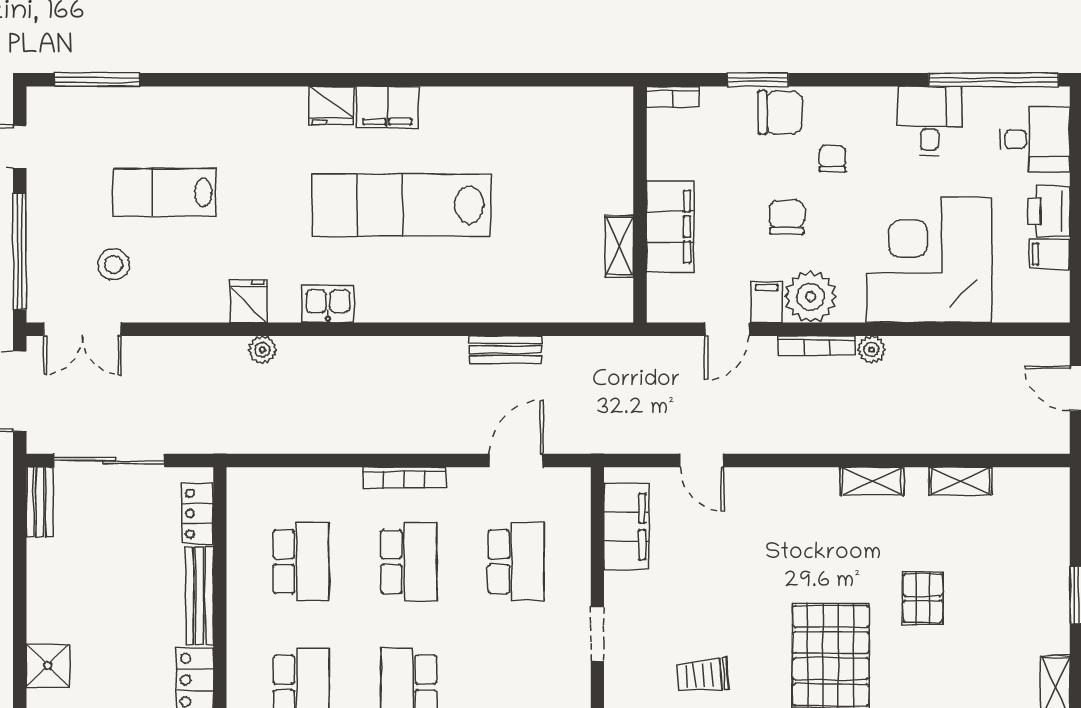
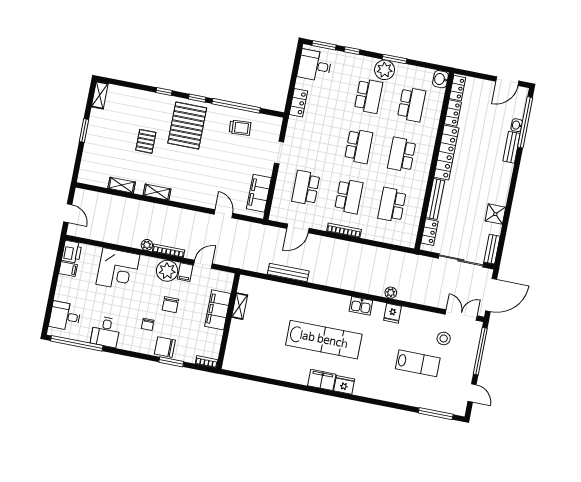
printer: (1049, 211) -> (72, 252), moved
corner desk: (929, 260) -> (118, 270), width x0.74, depth x0.74
bench: (505, 350) -> (288, 273), width x1.36
school desk: (409, 562) -> (349, 196), turned 180
shower: (48, 666) -> (495, 214), moved

